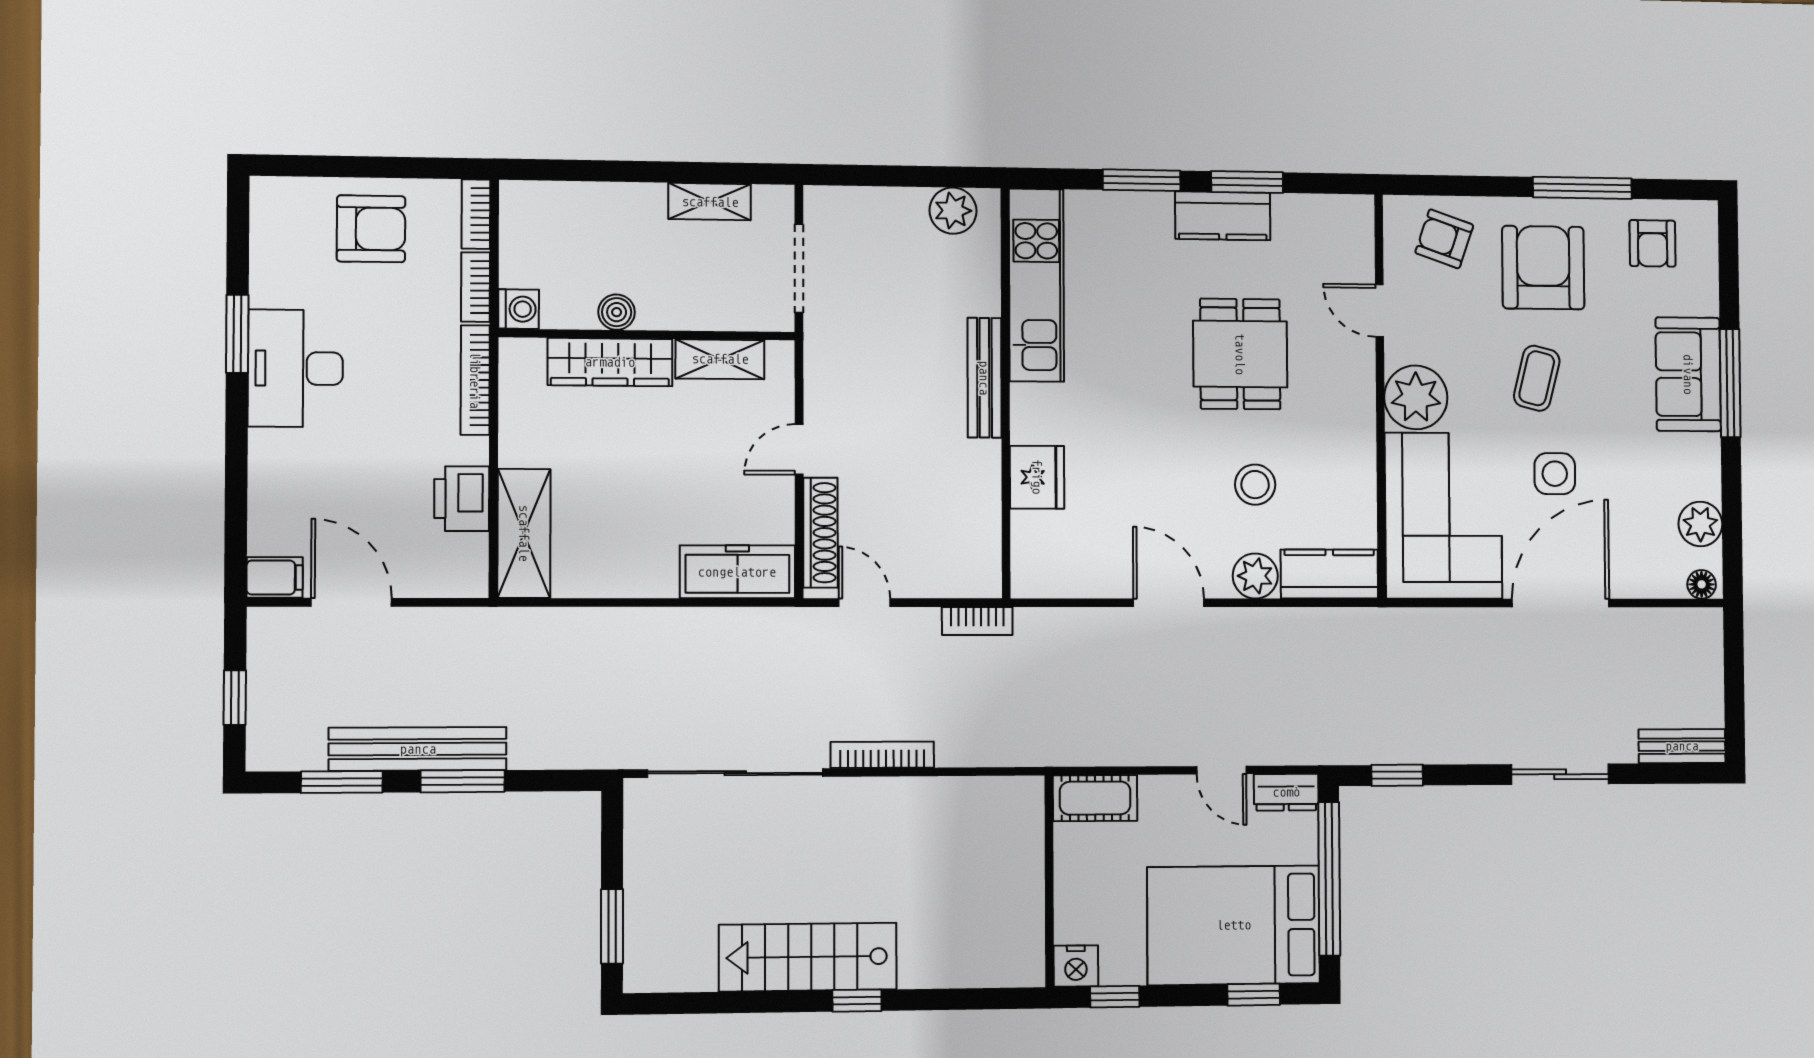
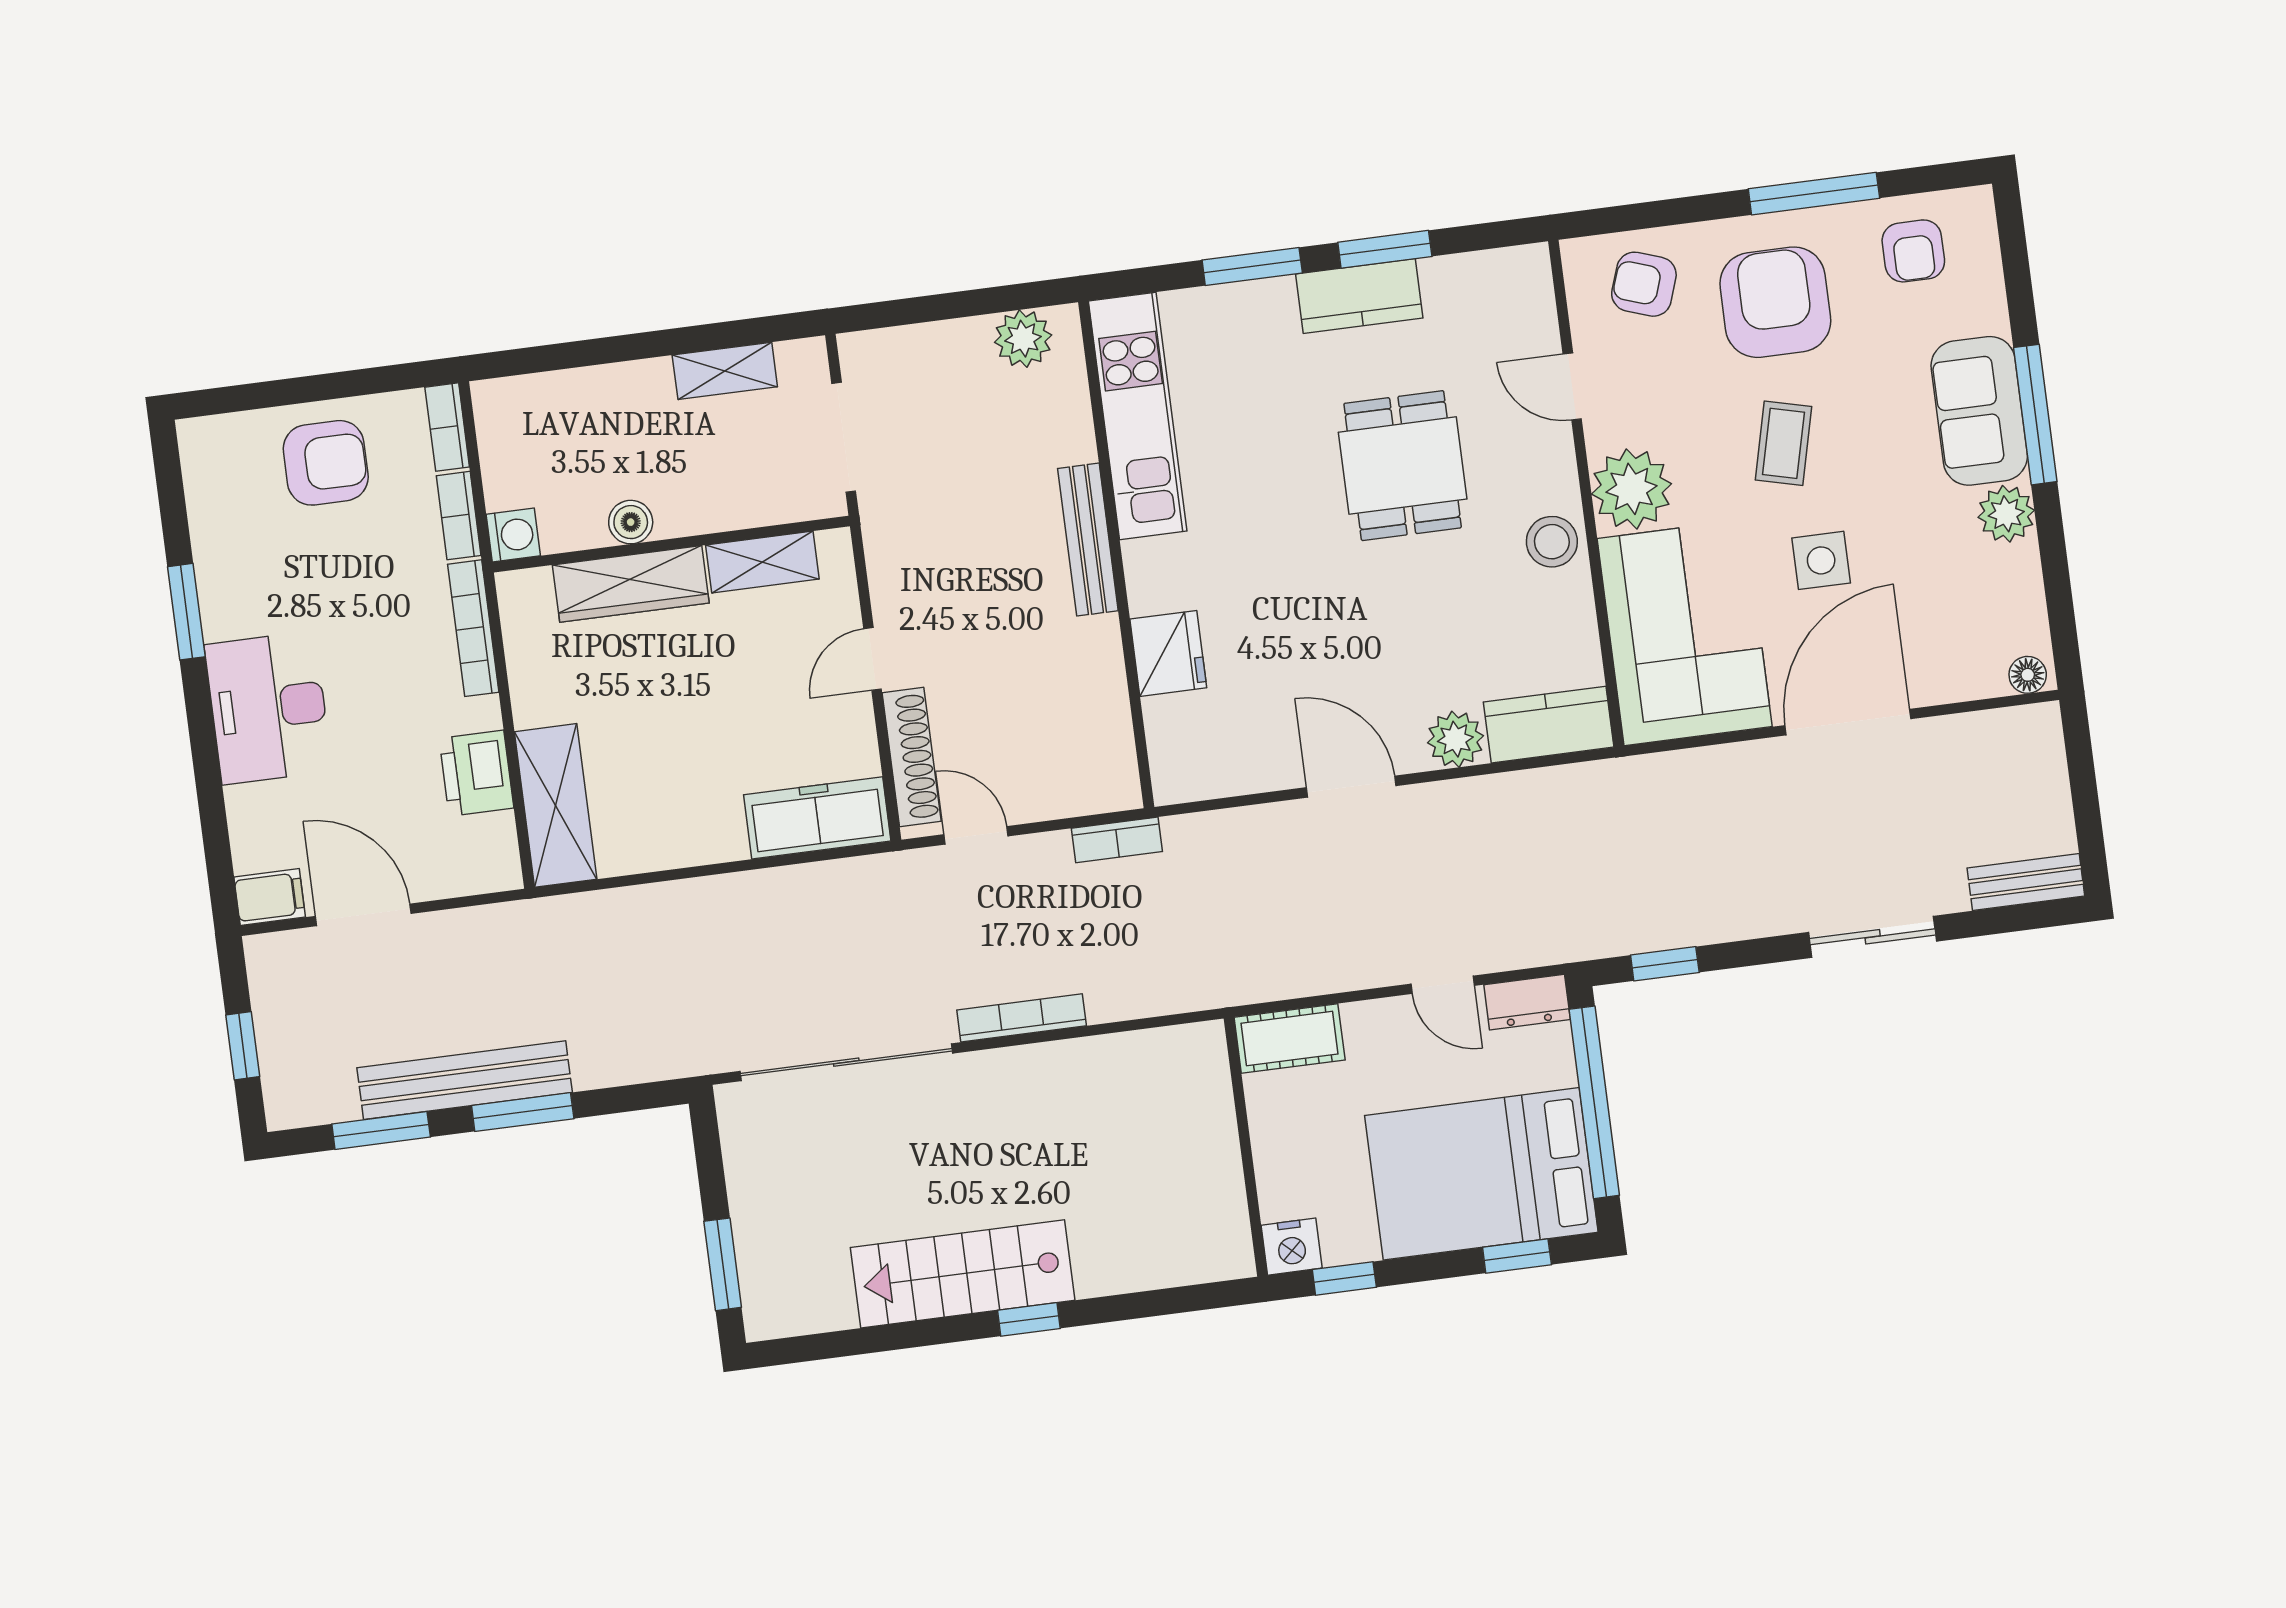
desk: (295, 368) -> (268, 708), moved
stool: (1255, 485) -> (1552, 542), moved
plant: (1700, 524) -> (2006, 514), moved

